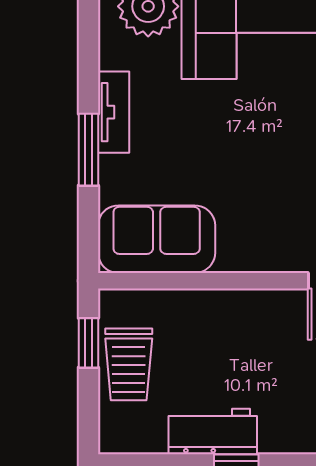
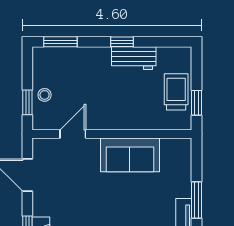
sofa: (157, 239) -> (130, 155), moved

